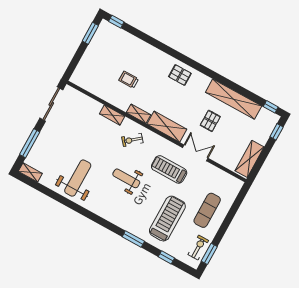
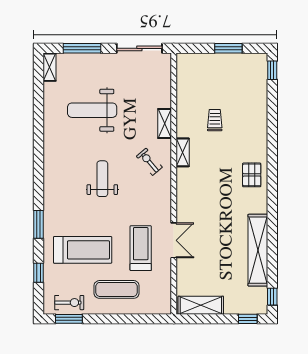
window: (90, 33) -> (228, 48), moved
pallet: (210, 121) -> (219, 237), removed
shelving: (167, 127) -> (186, 192), removed
treadmill: (169, 169) -> (141, 248), moved
weight bench: (78, 178) -> (92, 110), moved, turned 180

